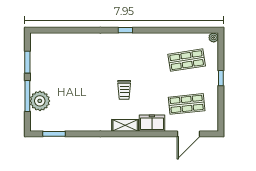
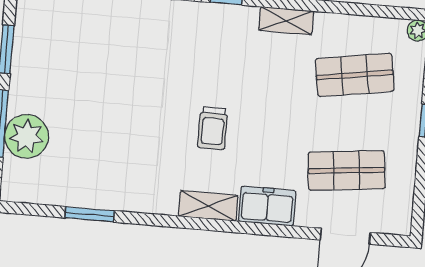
shelving: (153, 38) -> (286, 21), added
window: (54, 134) -> (90, 214), moved

